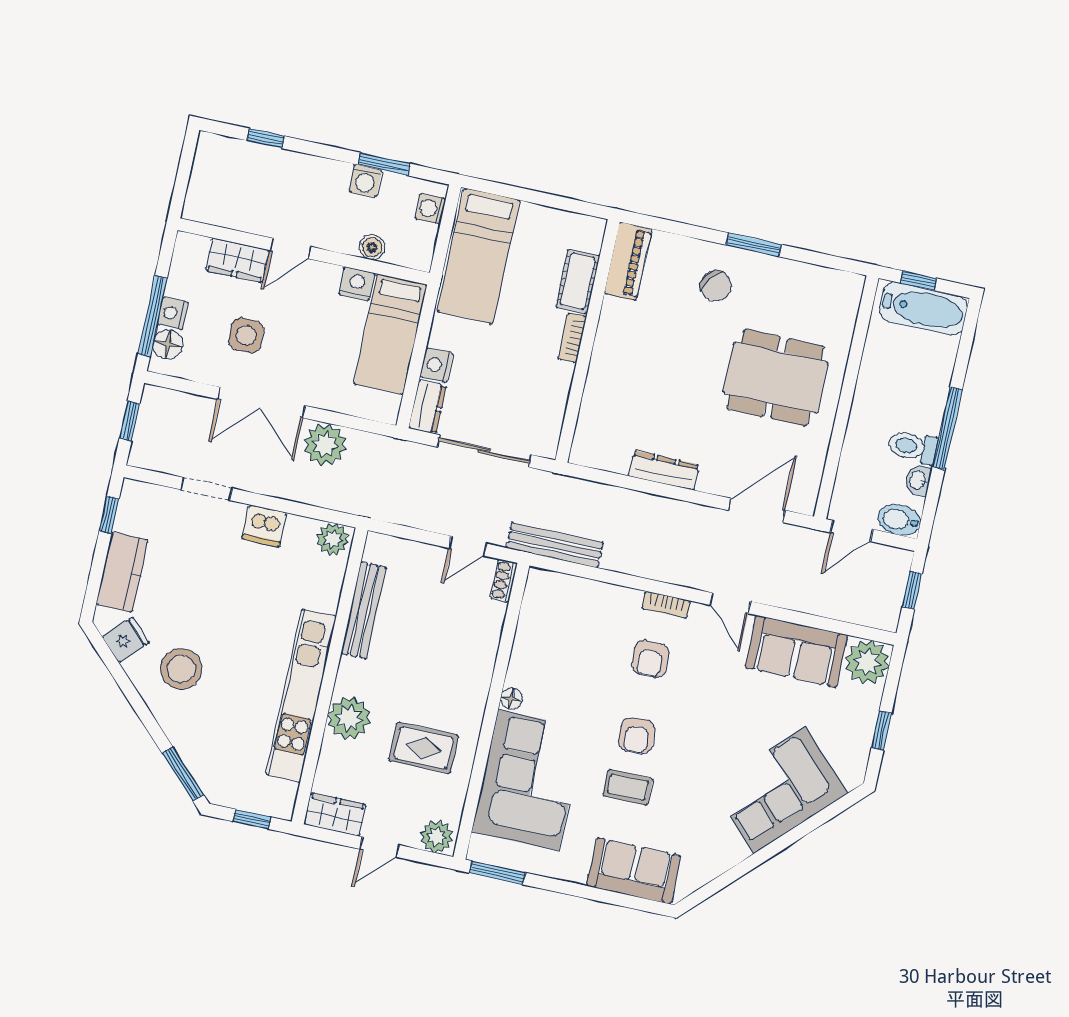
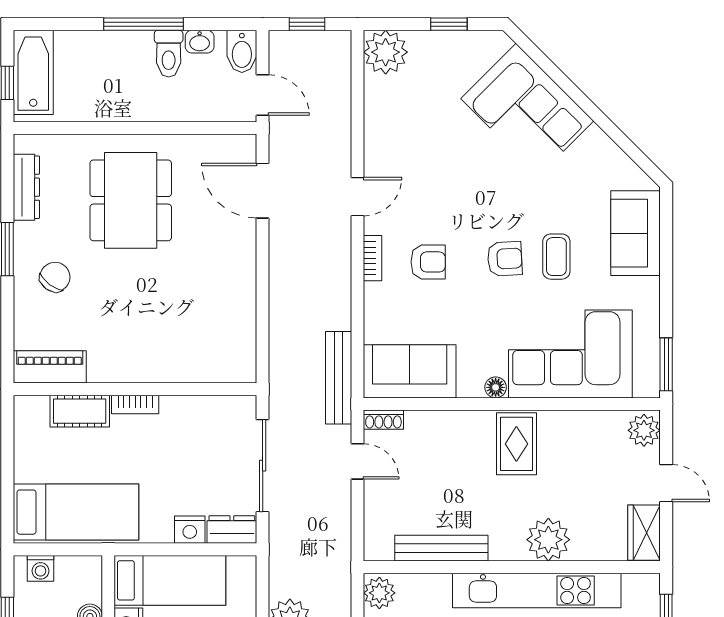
dresser: (664, 470) -> (26, 187), moved, turned 180
sofa: (796, 651) -> (410, 371), moved, turned -90
rug: (424, 748) -> (516, 444), moved

